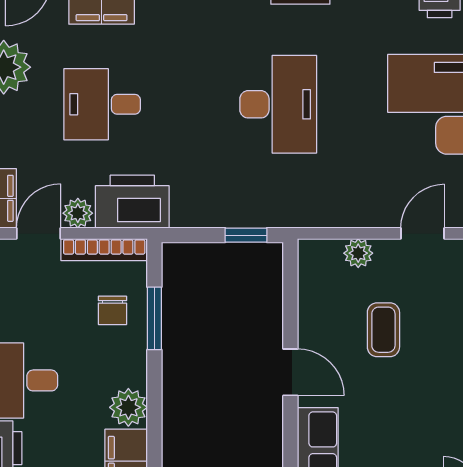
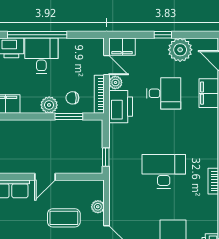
desk: (102, 104) -> (164, 93), turned 90
desk: (278, 104) -> (164, 171), turned 180
coffee table: (383, 330) -> (64, 218), width x1.36, depth x1.30
plant: (128, 407) -> (49, 105), moved

